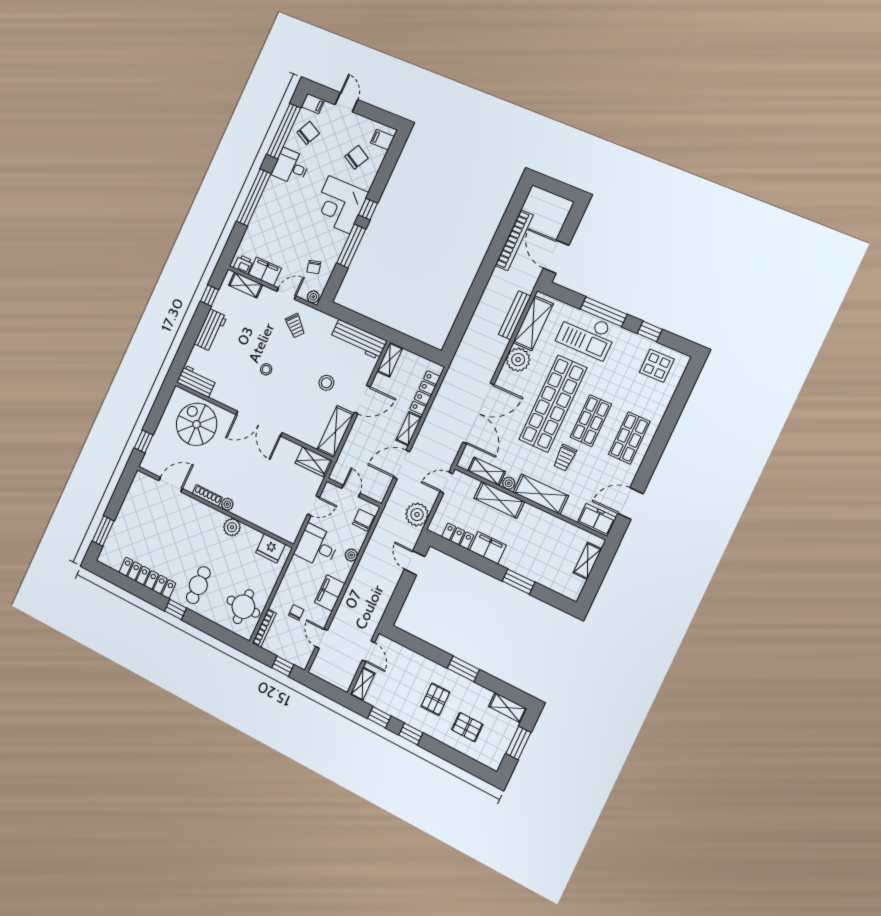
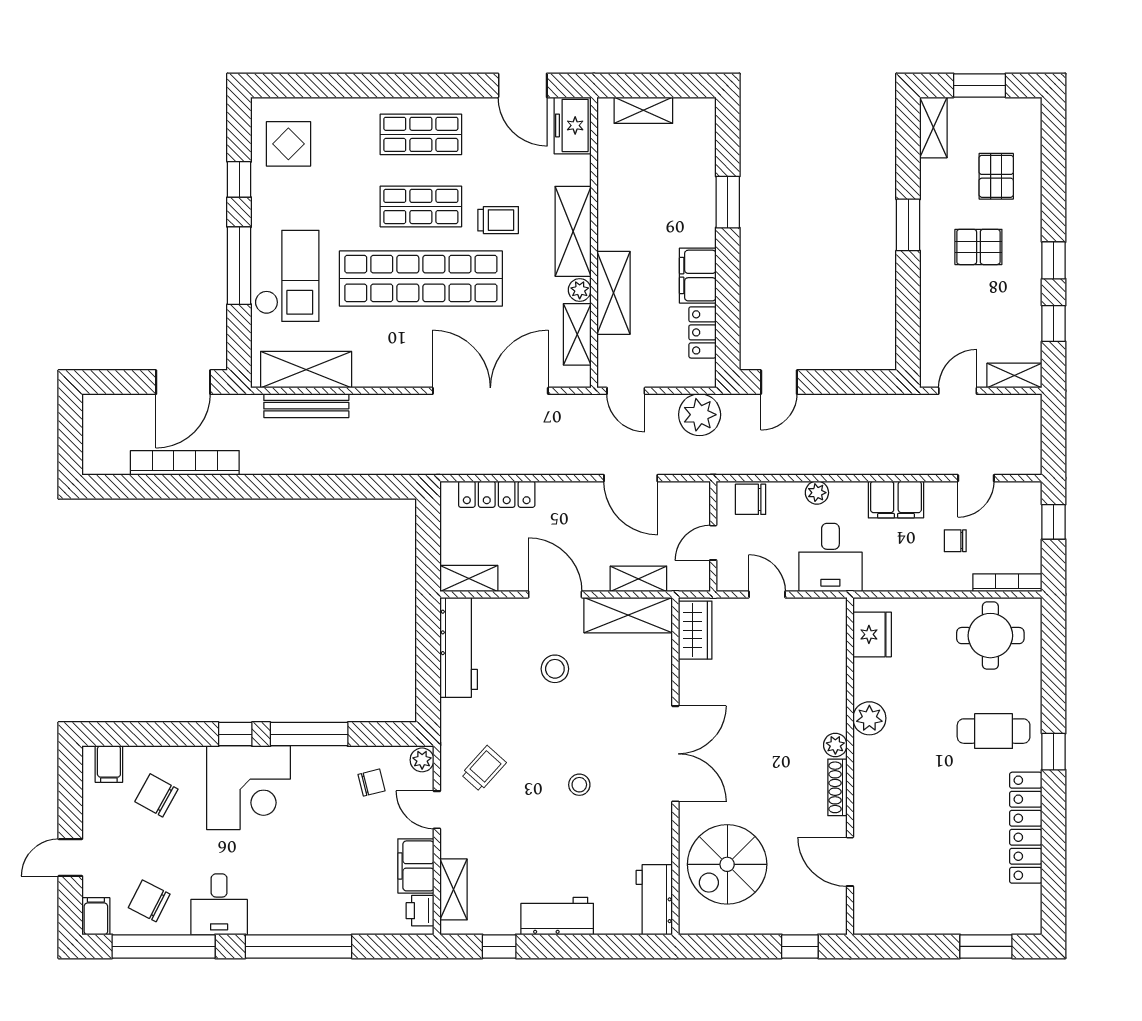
plant: (518, 360) -> (375, 367), removed
shelving: (409, 429) -> (638, 579), moved

